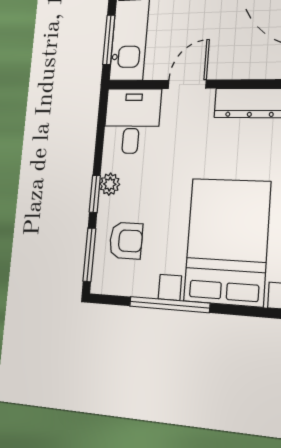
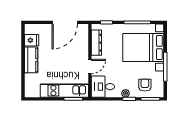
door: (187, 84) -> (90, 66), swing flipped

